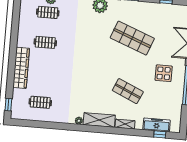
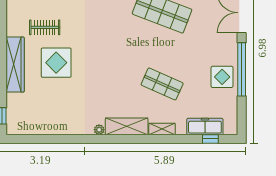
display table: (51, 69) -> (56, 63), added
display table: (164, 73) -> (222, 77), moved
clothes rail: (40, 102) -> (45, 109), removed

